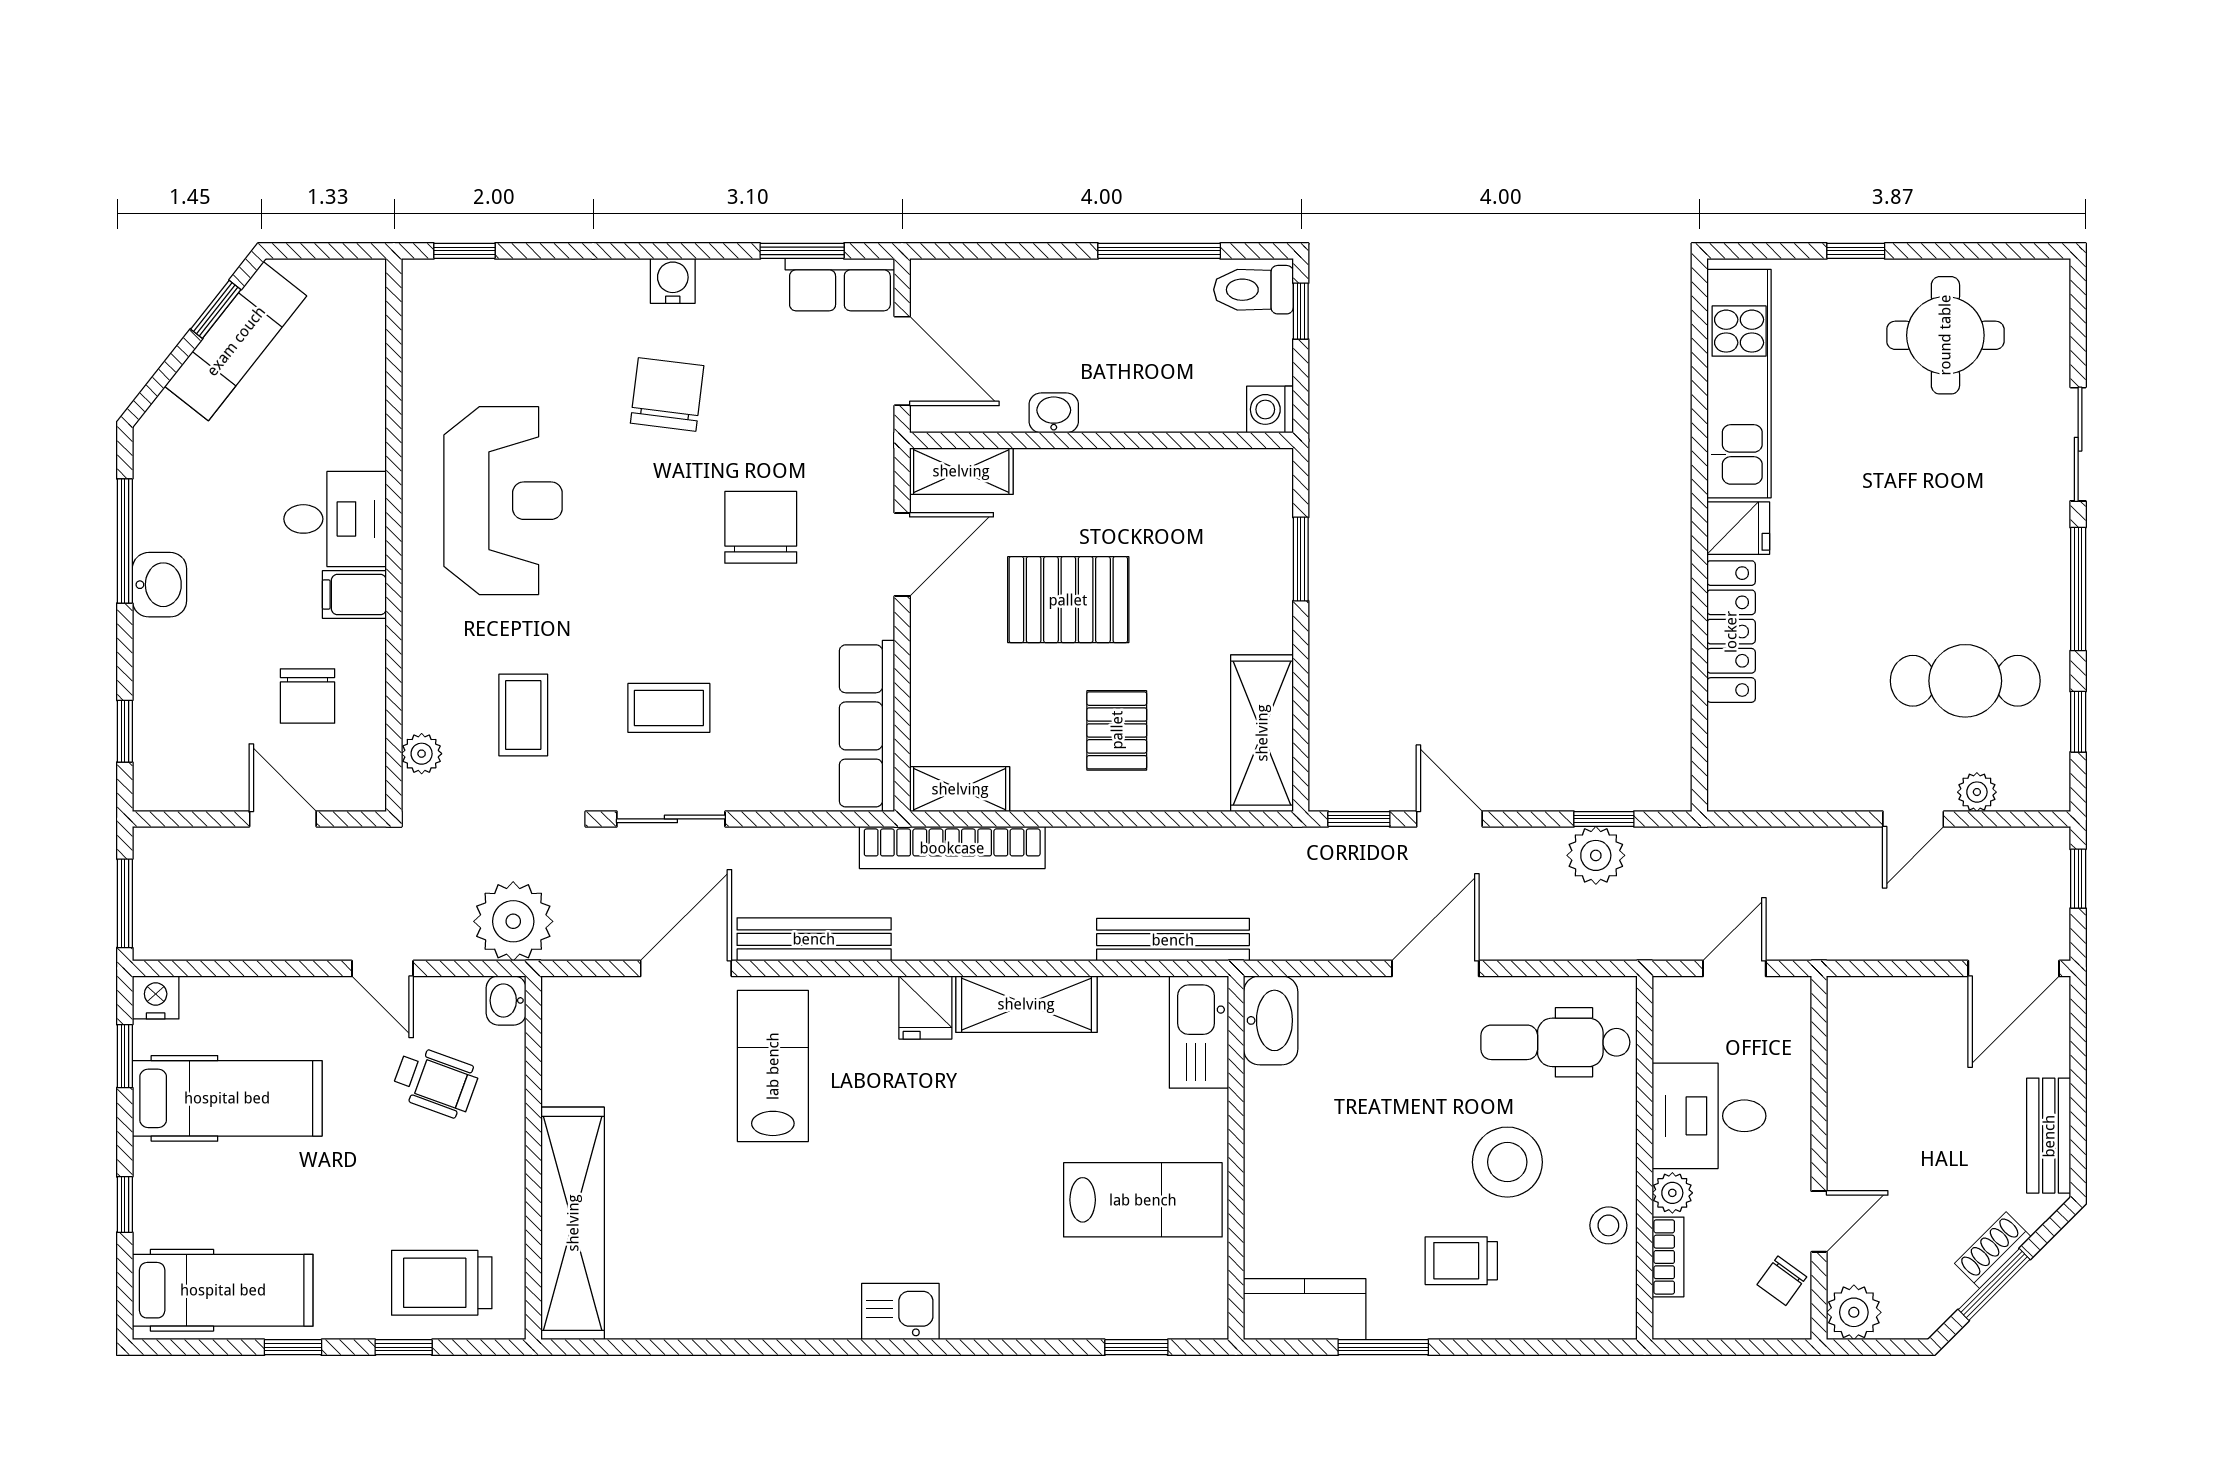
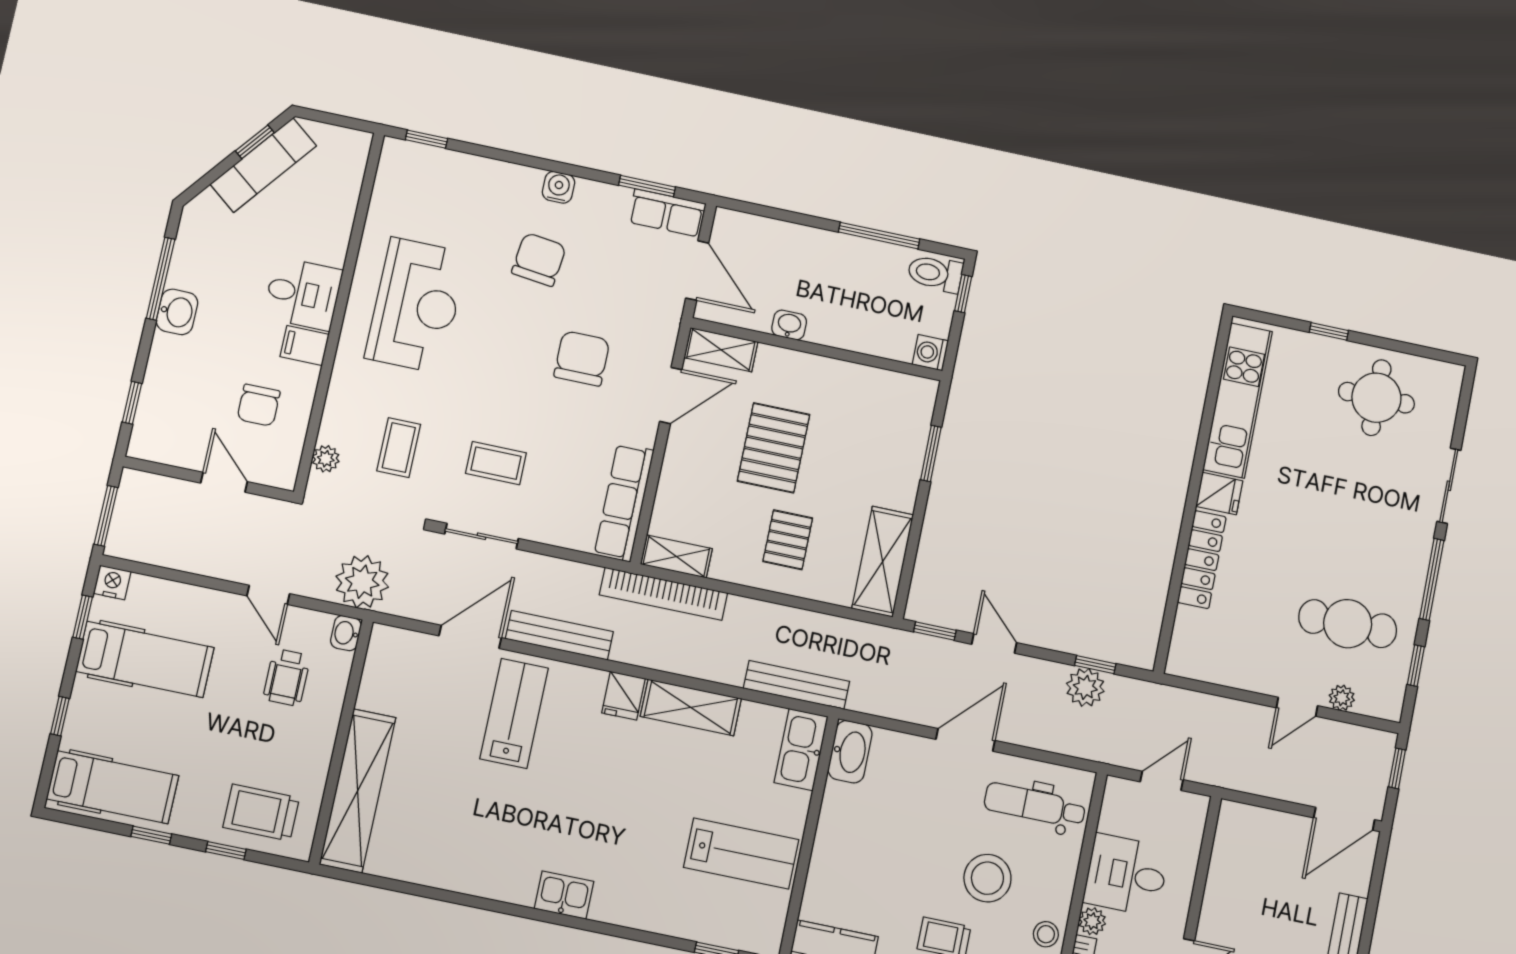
pallet: (1068, 600) -> (774, 448), turned 90
wheelchair: (435, 1082) -> (287, 677), turned 70

